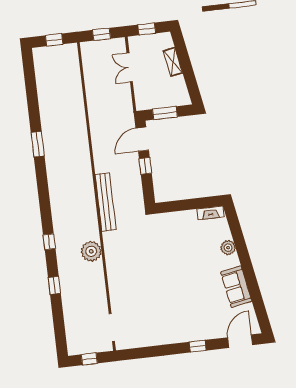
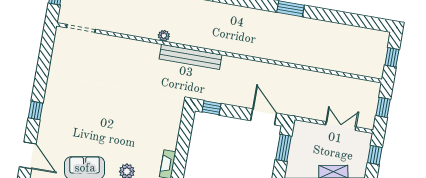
window: (145, 166) -> (211, 108), moved
bench: (106, 202) -> (191, 57), moved
plant: (91, 251) -> (164, 36), width x0.53, depth x0.53

